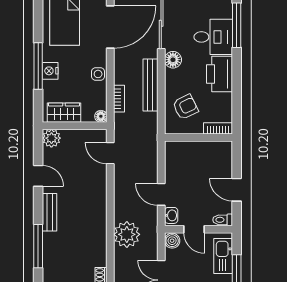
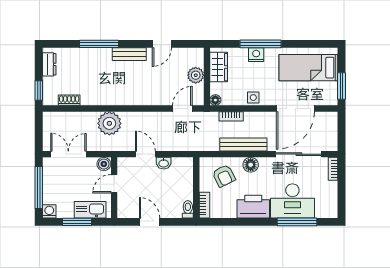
door: (110, 27) -> (295, 109), hinge flipped
desk: (213, 37) -> (292, 201), width x1.37
floor lamp: (173, 60) -> (251, 165), moved
plant: (51, 138) -> (196, 75), moved
door: (237, 190) -> (150, 222), hinge flipped
door: (161, 194) -> (145, 154), hinge flipped
washbasin: (171, 215) -> (164, 163), moved
toilet: (223, 220) -> (188, 209), moved

